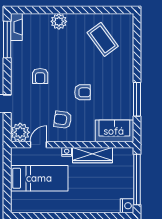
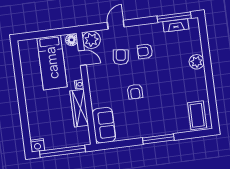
fireplace: (16, 27) -> (176, 25), moved
coffee table: (103, 39) -> (197, 115), moved, turned -54
window: (137, 99) -> (158, 139), moved
armchair: (63, 120) -> (121, 57), moved
floor lamp: (17, 154) -> (72, 40), added

